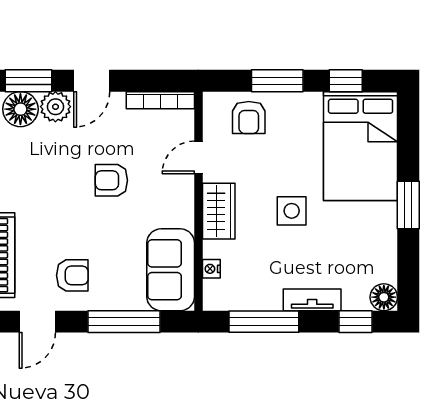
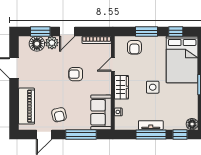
armchair: (72, 275) -> (59, 115), turned 78
tv unit: (312, 300) -> (151, 125), moved
window: (264, 322) -> (151, 134), moved

